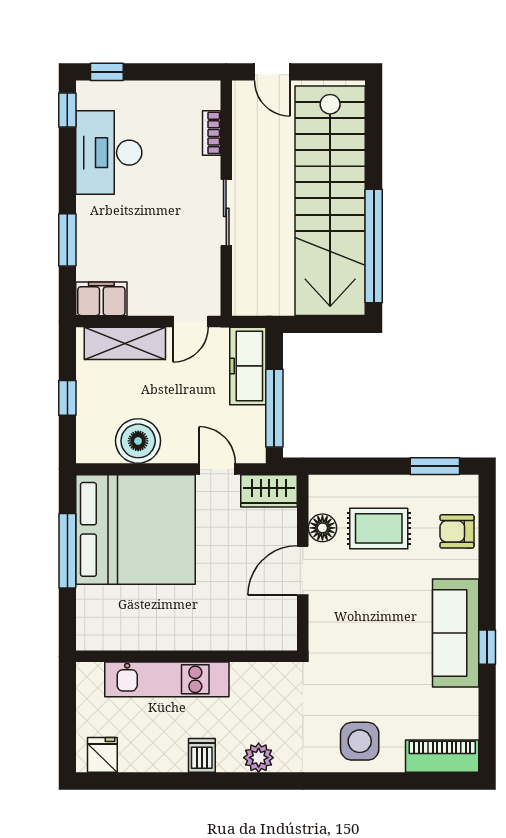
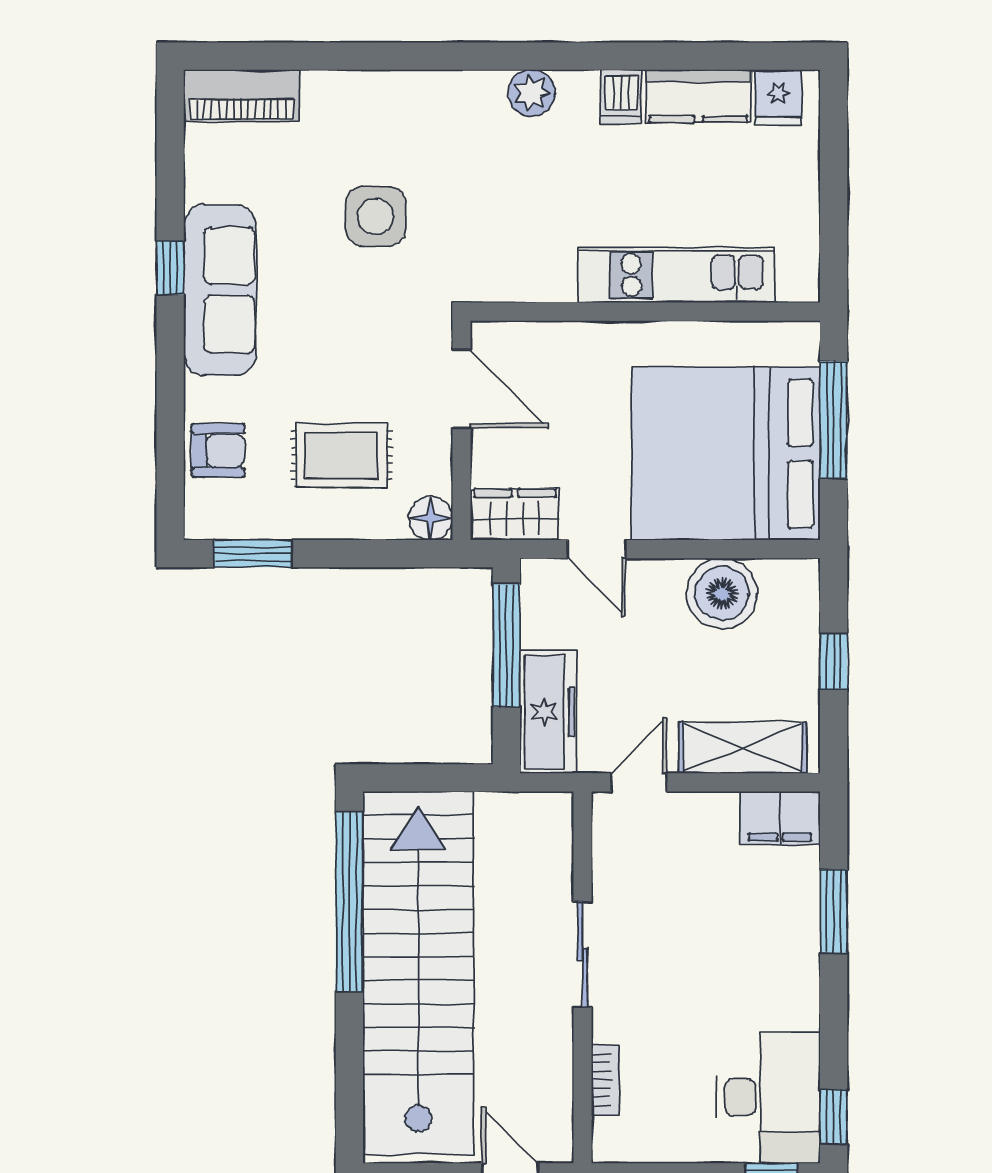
desk: (109, 153) -> (768, 1097), moved
floor lamp: (322, 528) -> (430, 518), moved
door: (303, 571) -> (461, 389), hinge flipped
wall: (187, 656) -> (645, 312), moved
kitchen unit: (167, 679) -> (676, 275), moved
side table: (360, 741) -> (376, 216), moved
kitchen counter: (153, 756) -> (699, 96), added

